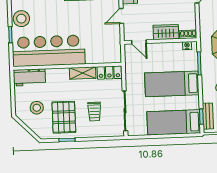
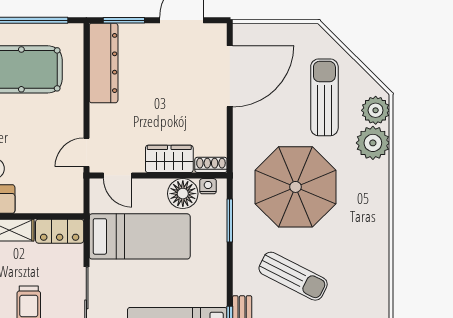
door: (121, 16) -> (86, 152), moved
floor lamp: (174, 50) -> (183, 194), added
bed: (172, 84) -> (140, 236), moved, turned 180

